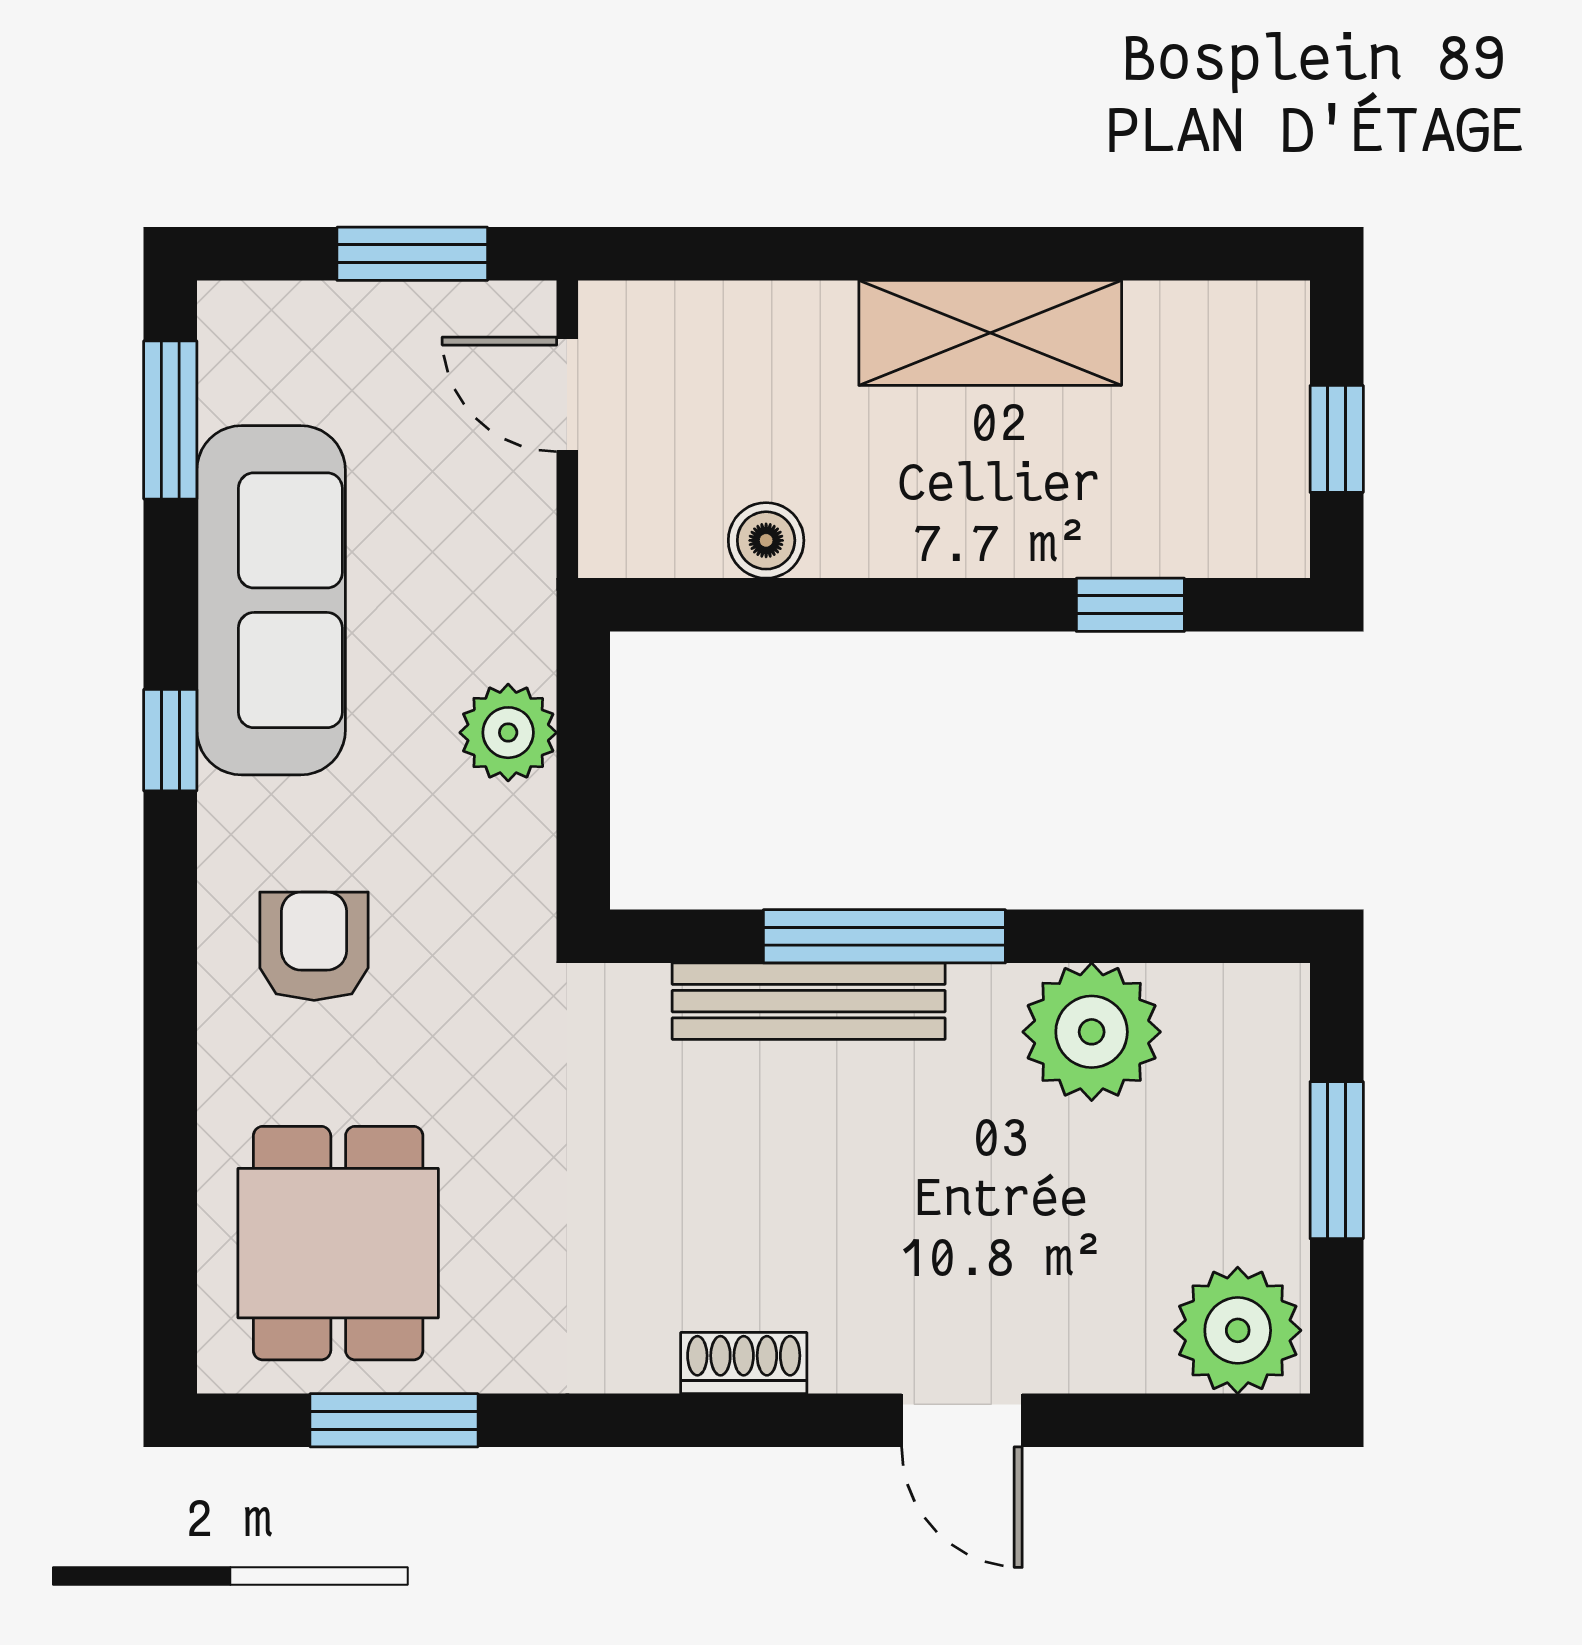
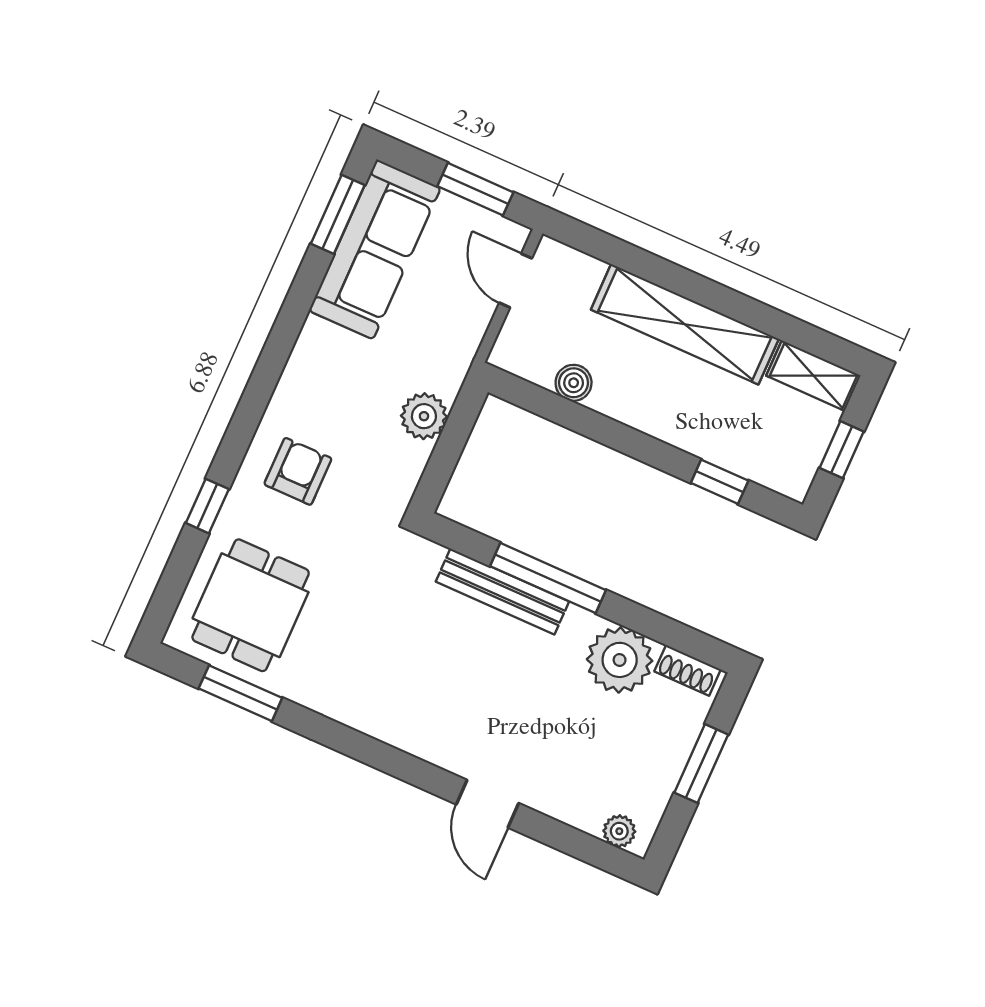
shelving: (1219, 321) -> (813, 376), added
shelving: (990, 333) -> (685, 324), width x1.47
sofa: (271, 600) -> (375, 249), moved
window: (170, 740) -> (207, 506), moved
plant: (1238, 1330) -> (619, 831), width x0.53, depth x0.53
shoe rack: (744, 1363) -> (688, 670), moved, turned 180

